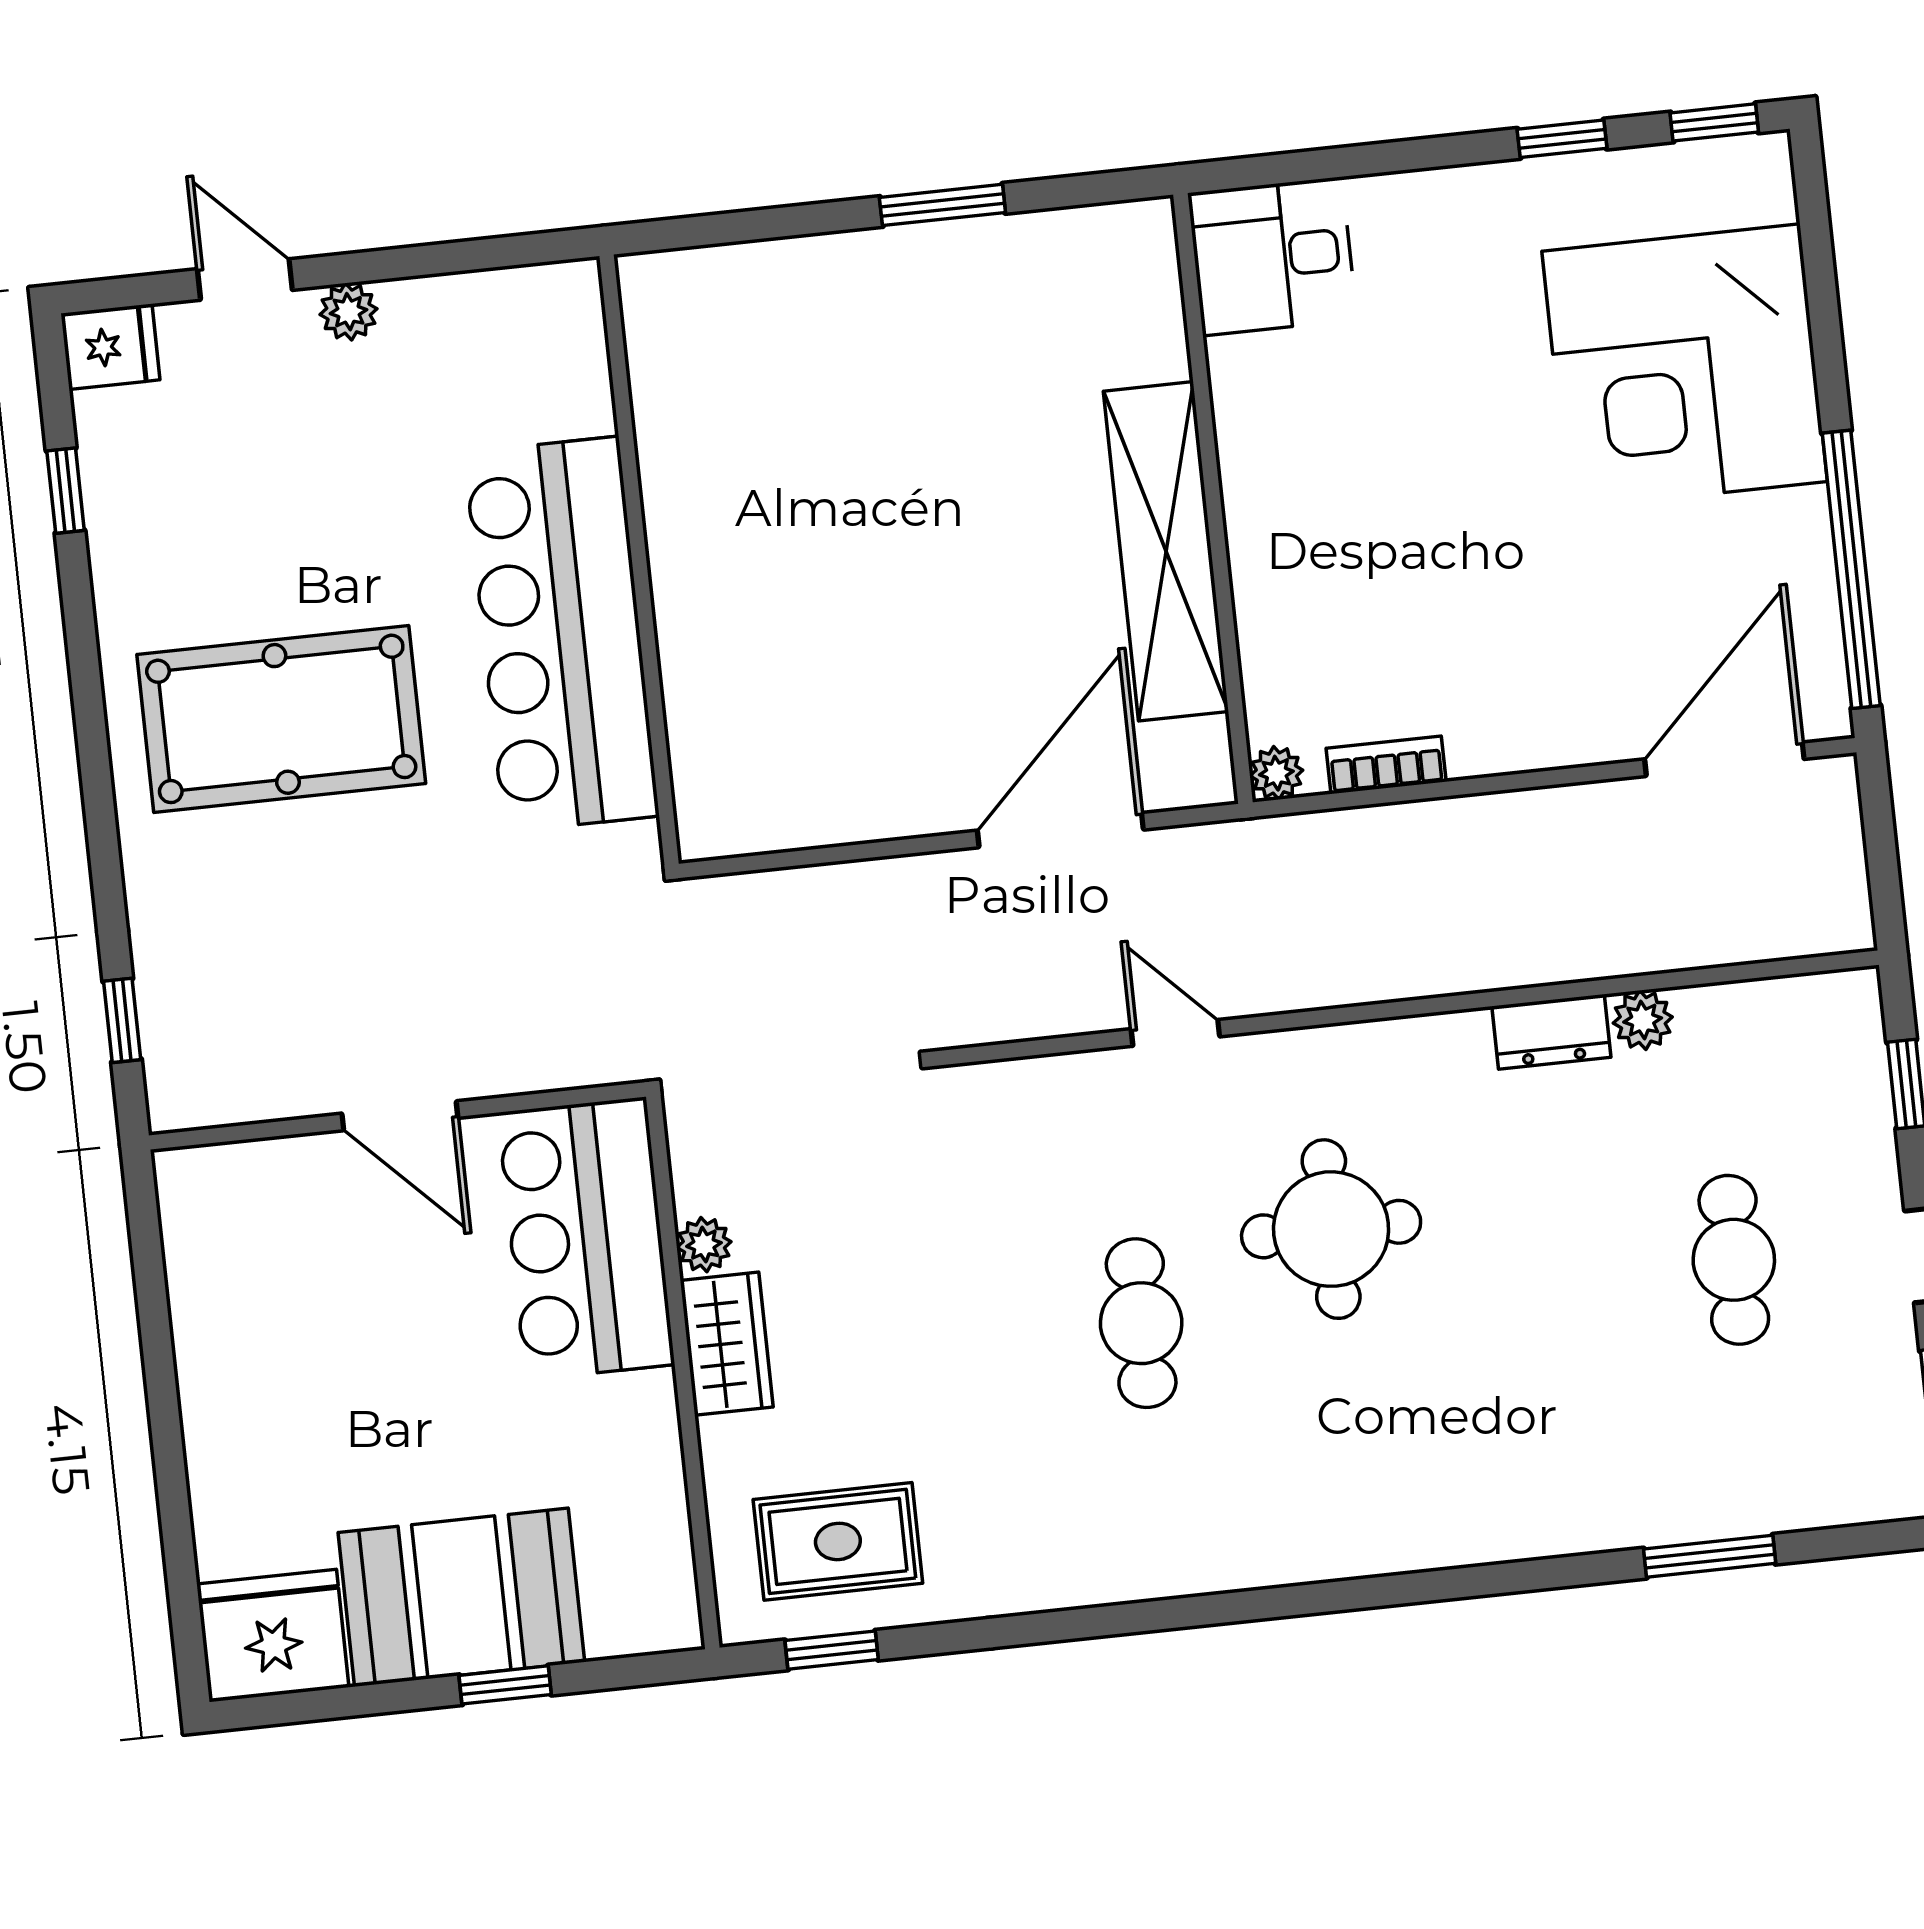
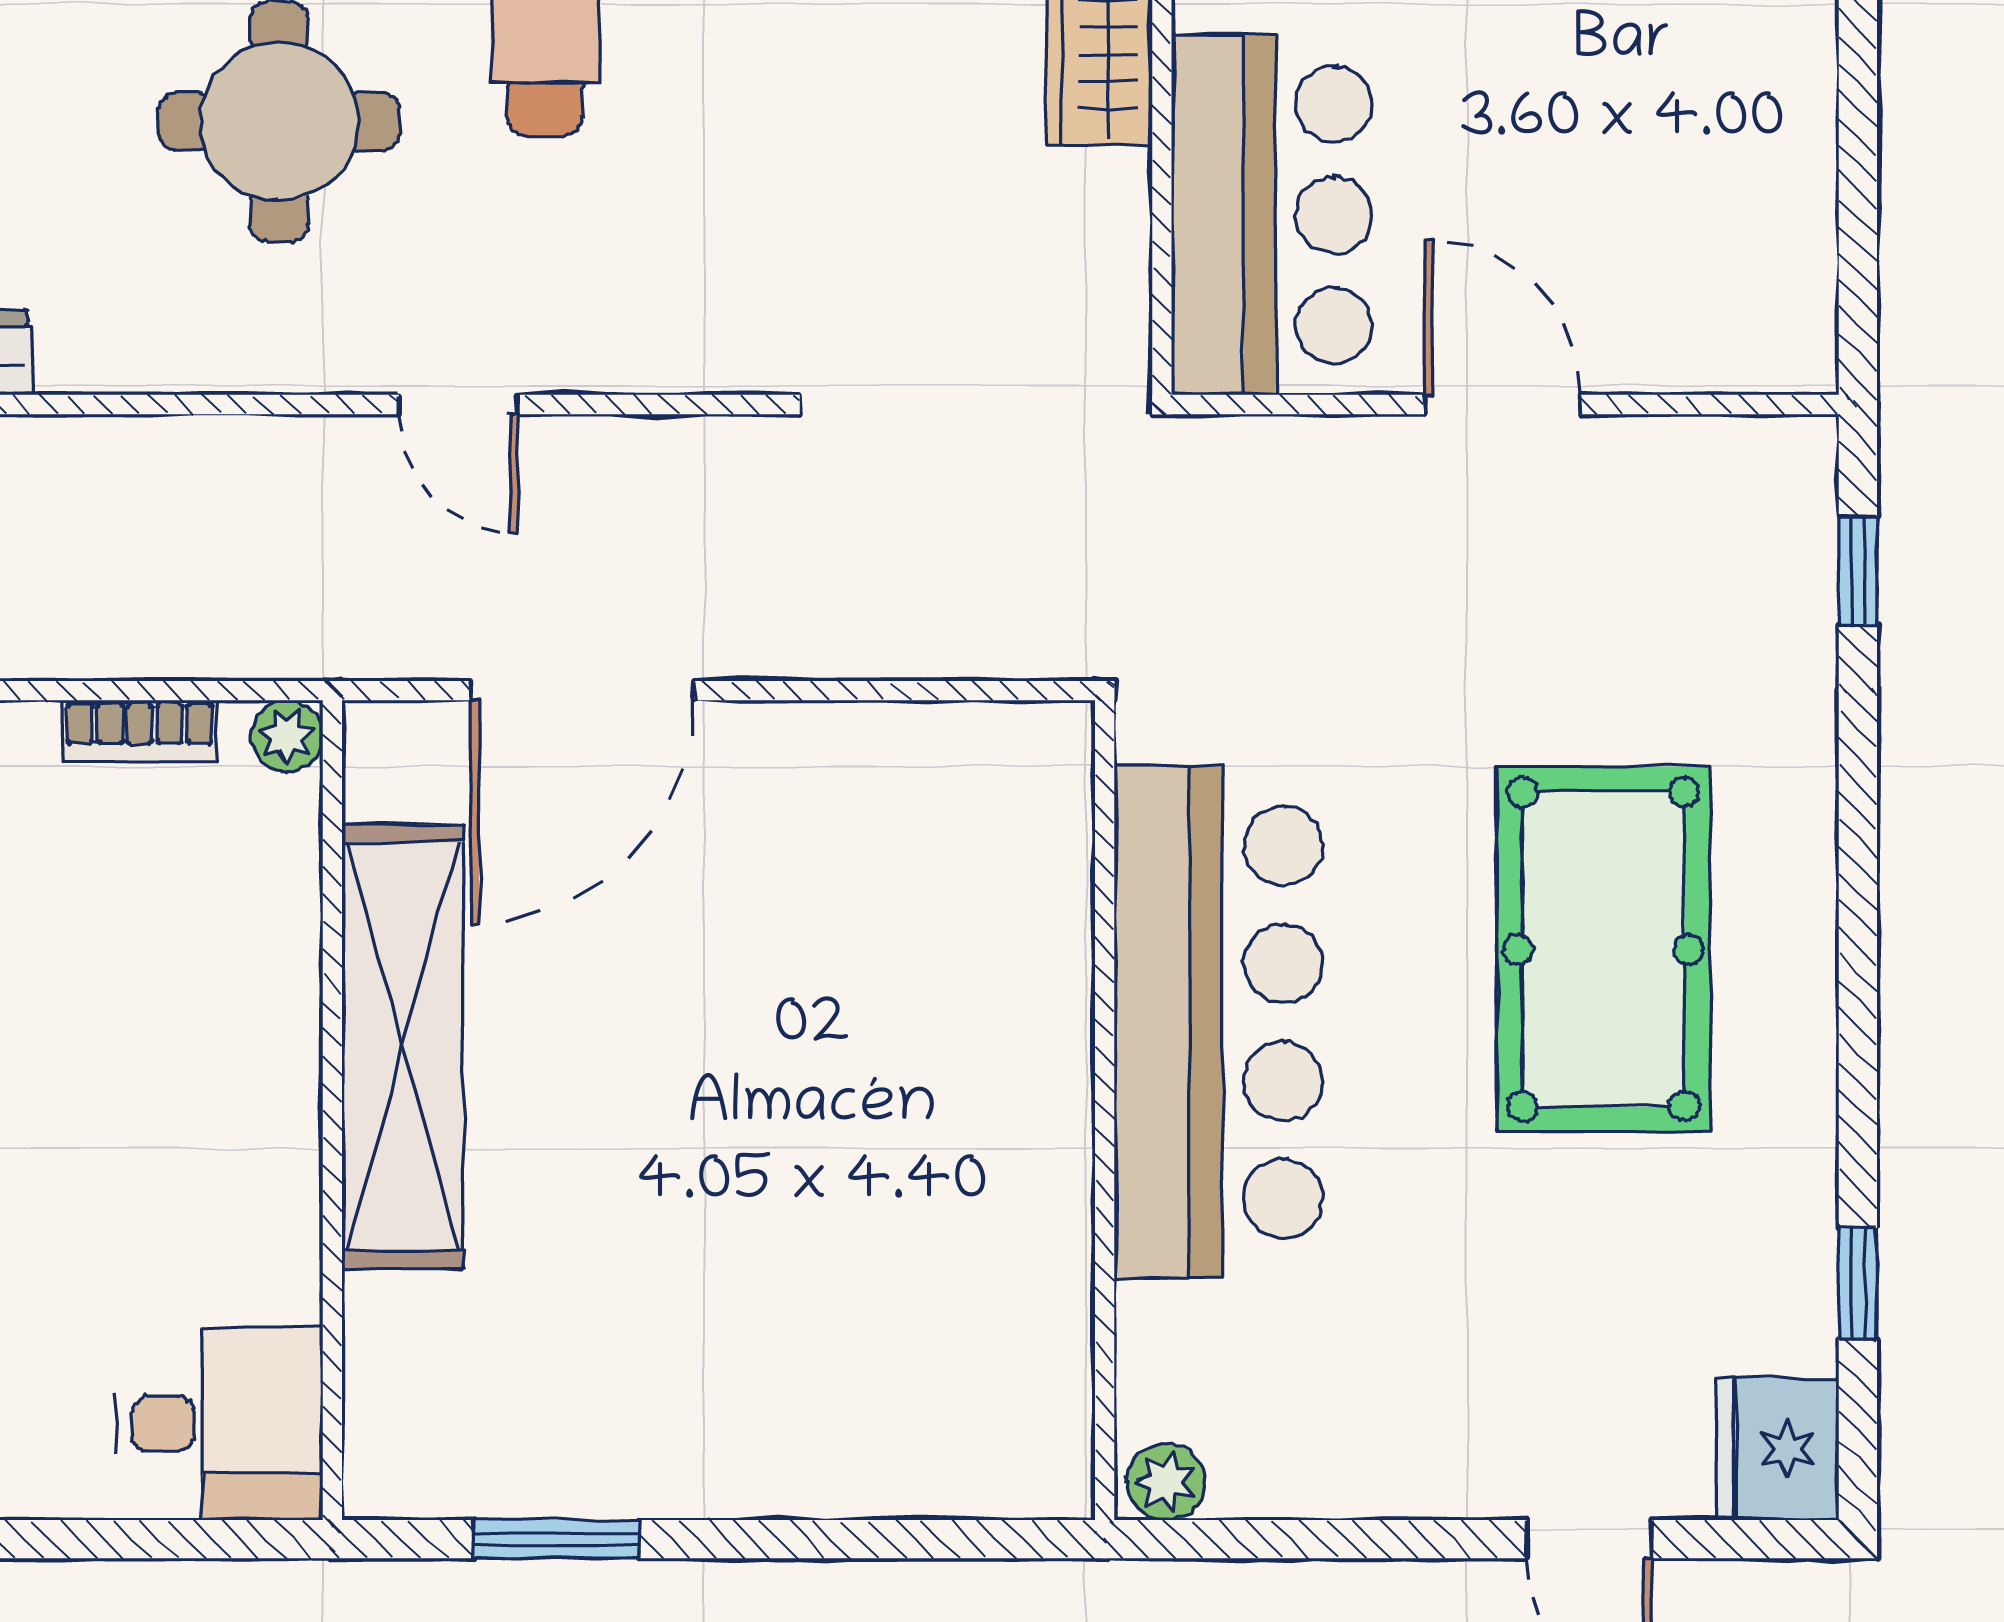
window: (942, 205) -> (557, 1539), moved
plant: (349, 312) -> (1166, 1482), moved
fridge: (110, 347) -> (1778, 1449), width x1.38
pool table: (281, 719) -> (1603, 949), turned 90
plant: (704, 1245) -> (1116, 190), removed

